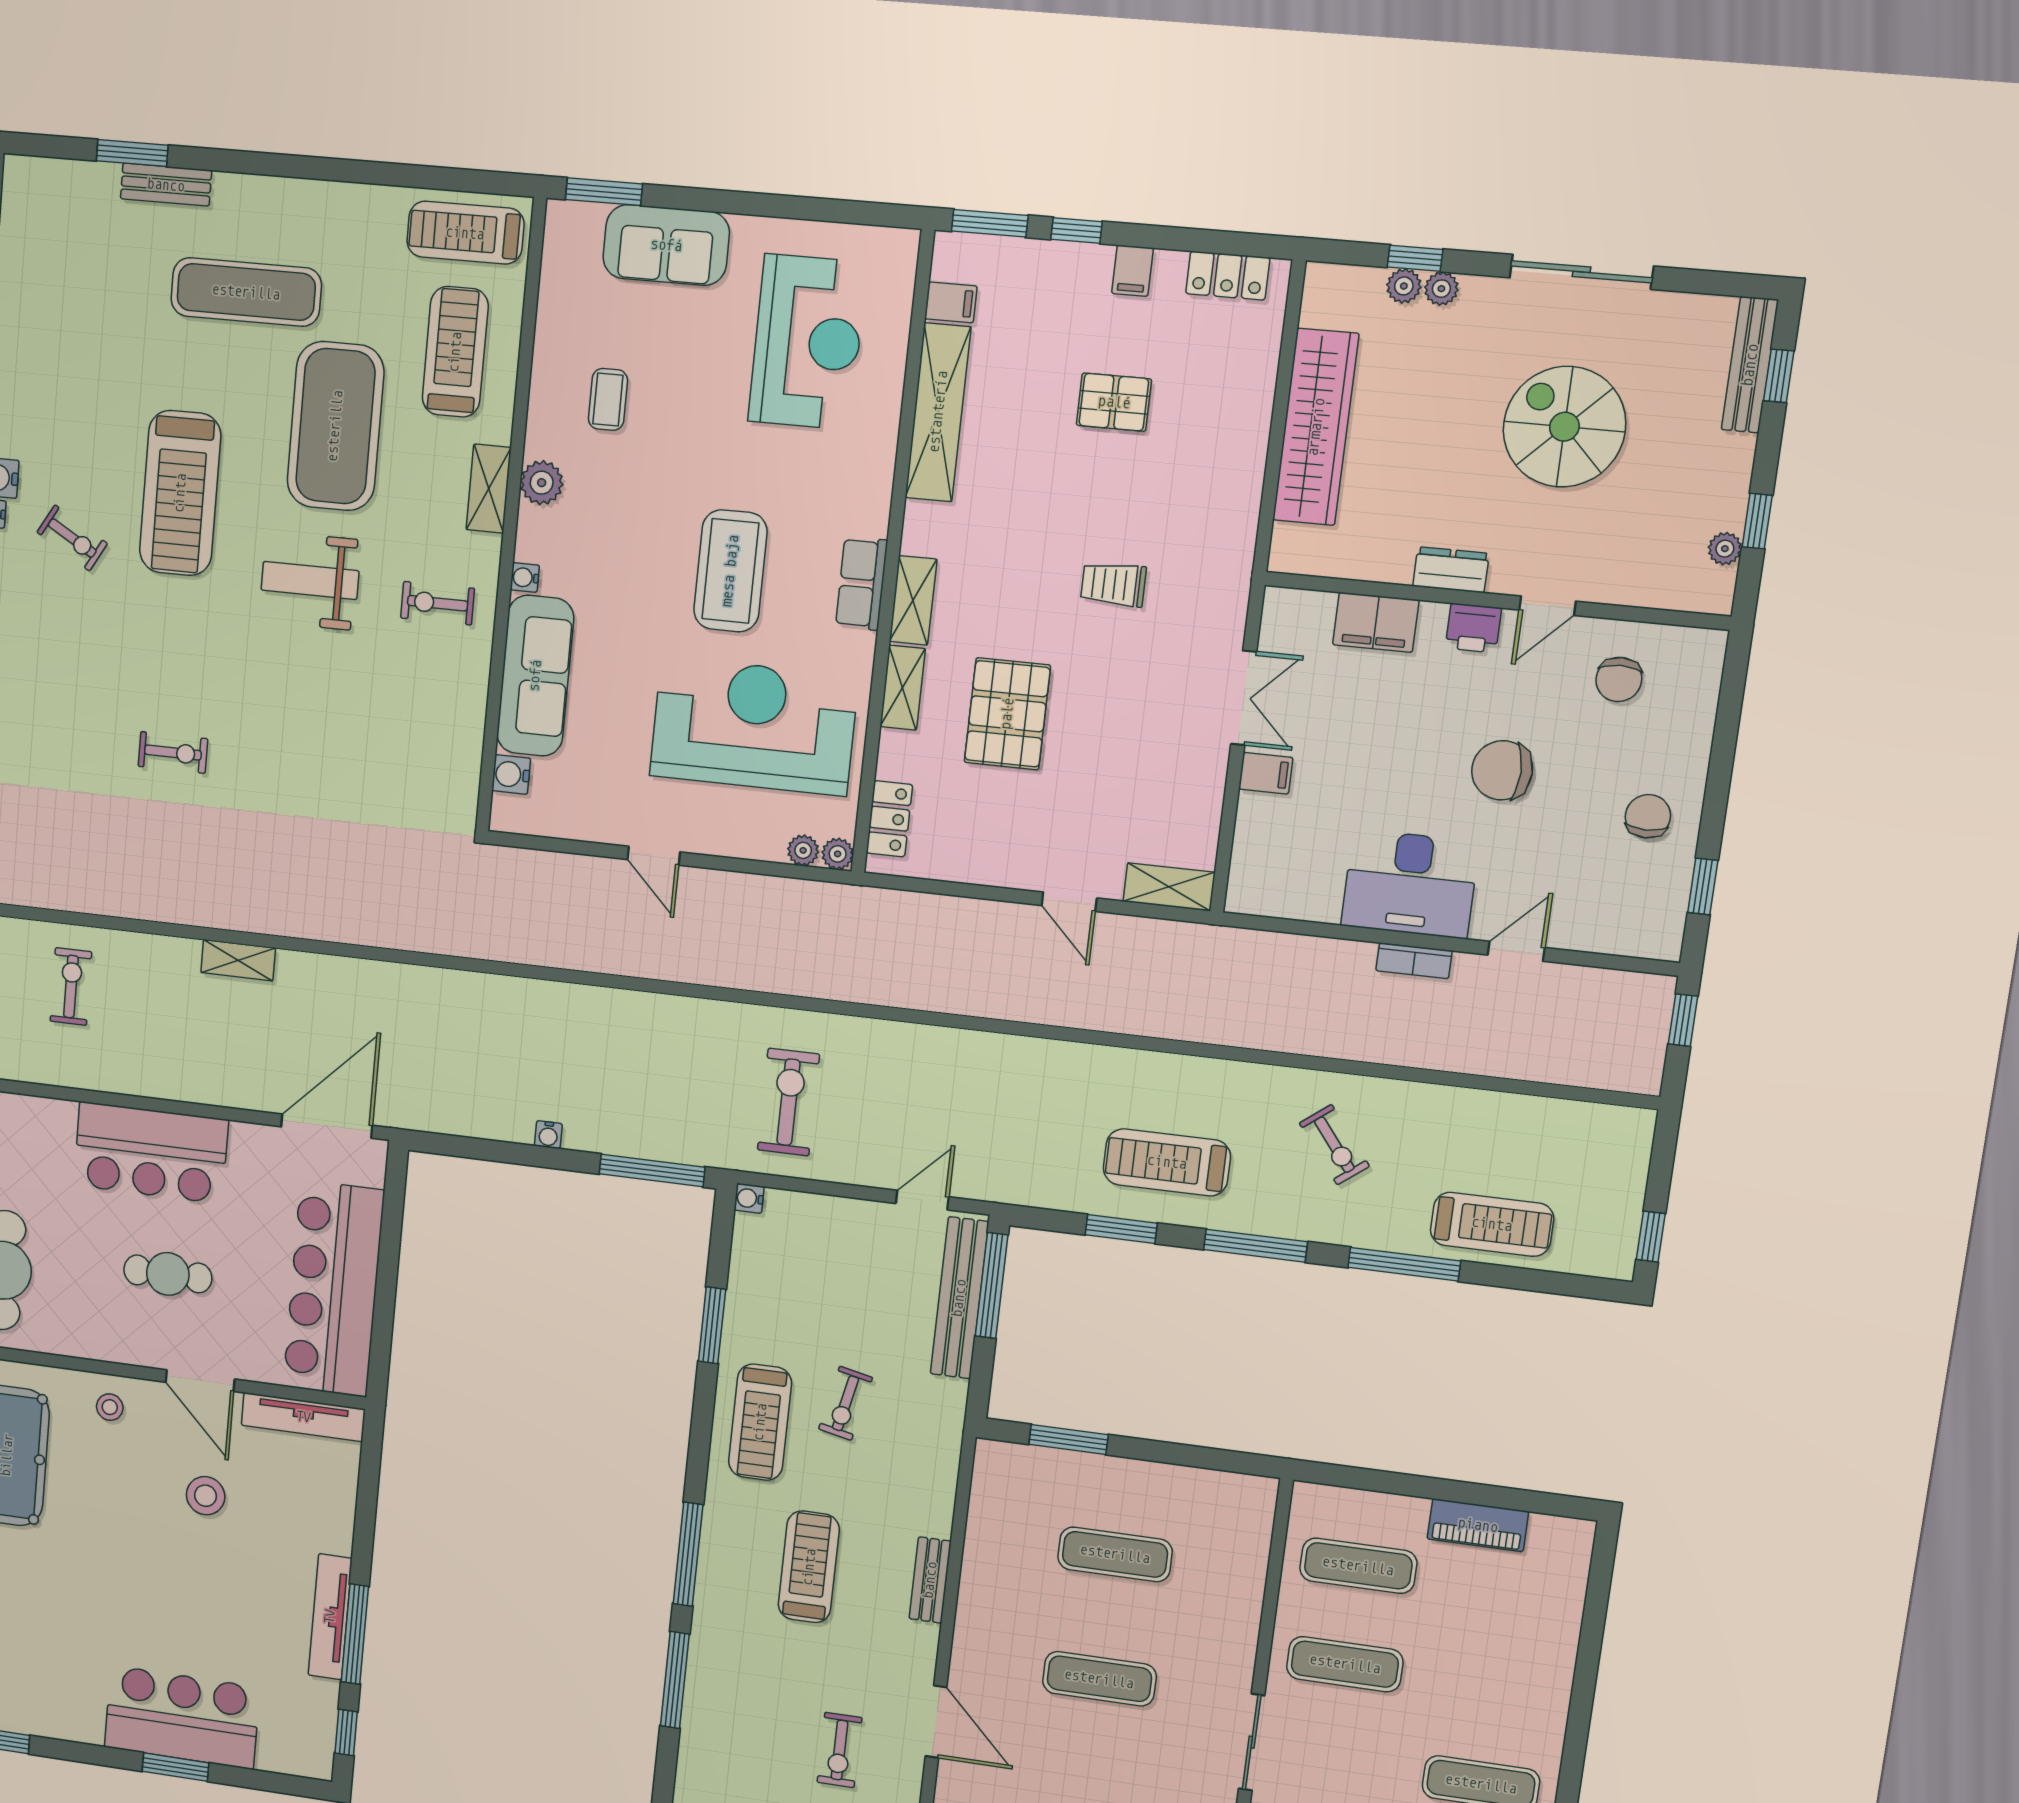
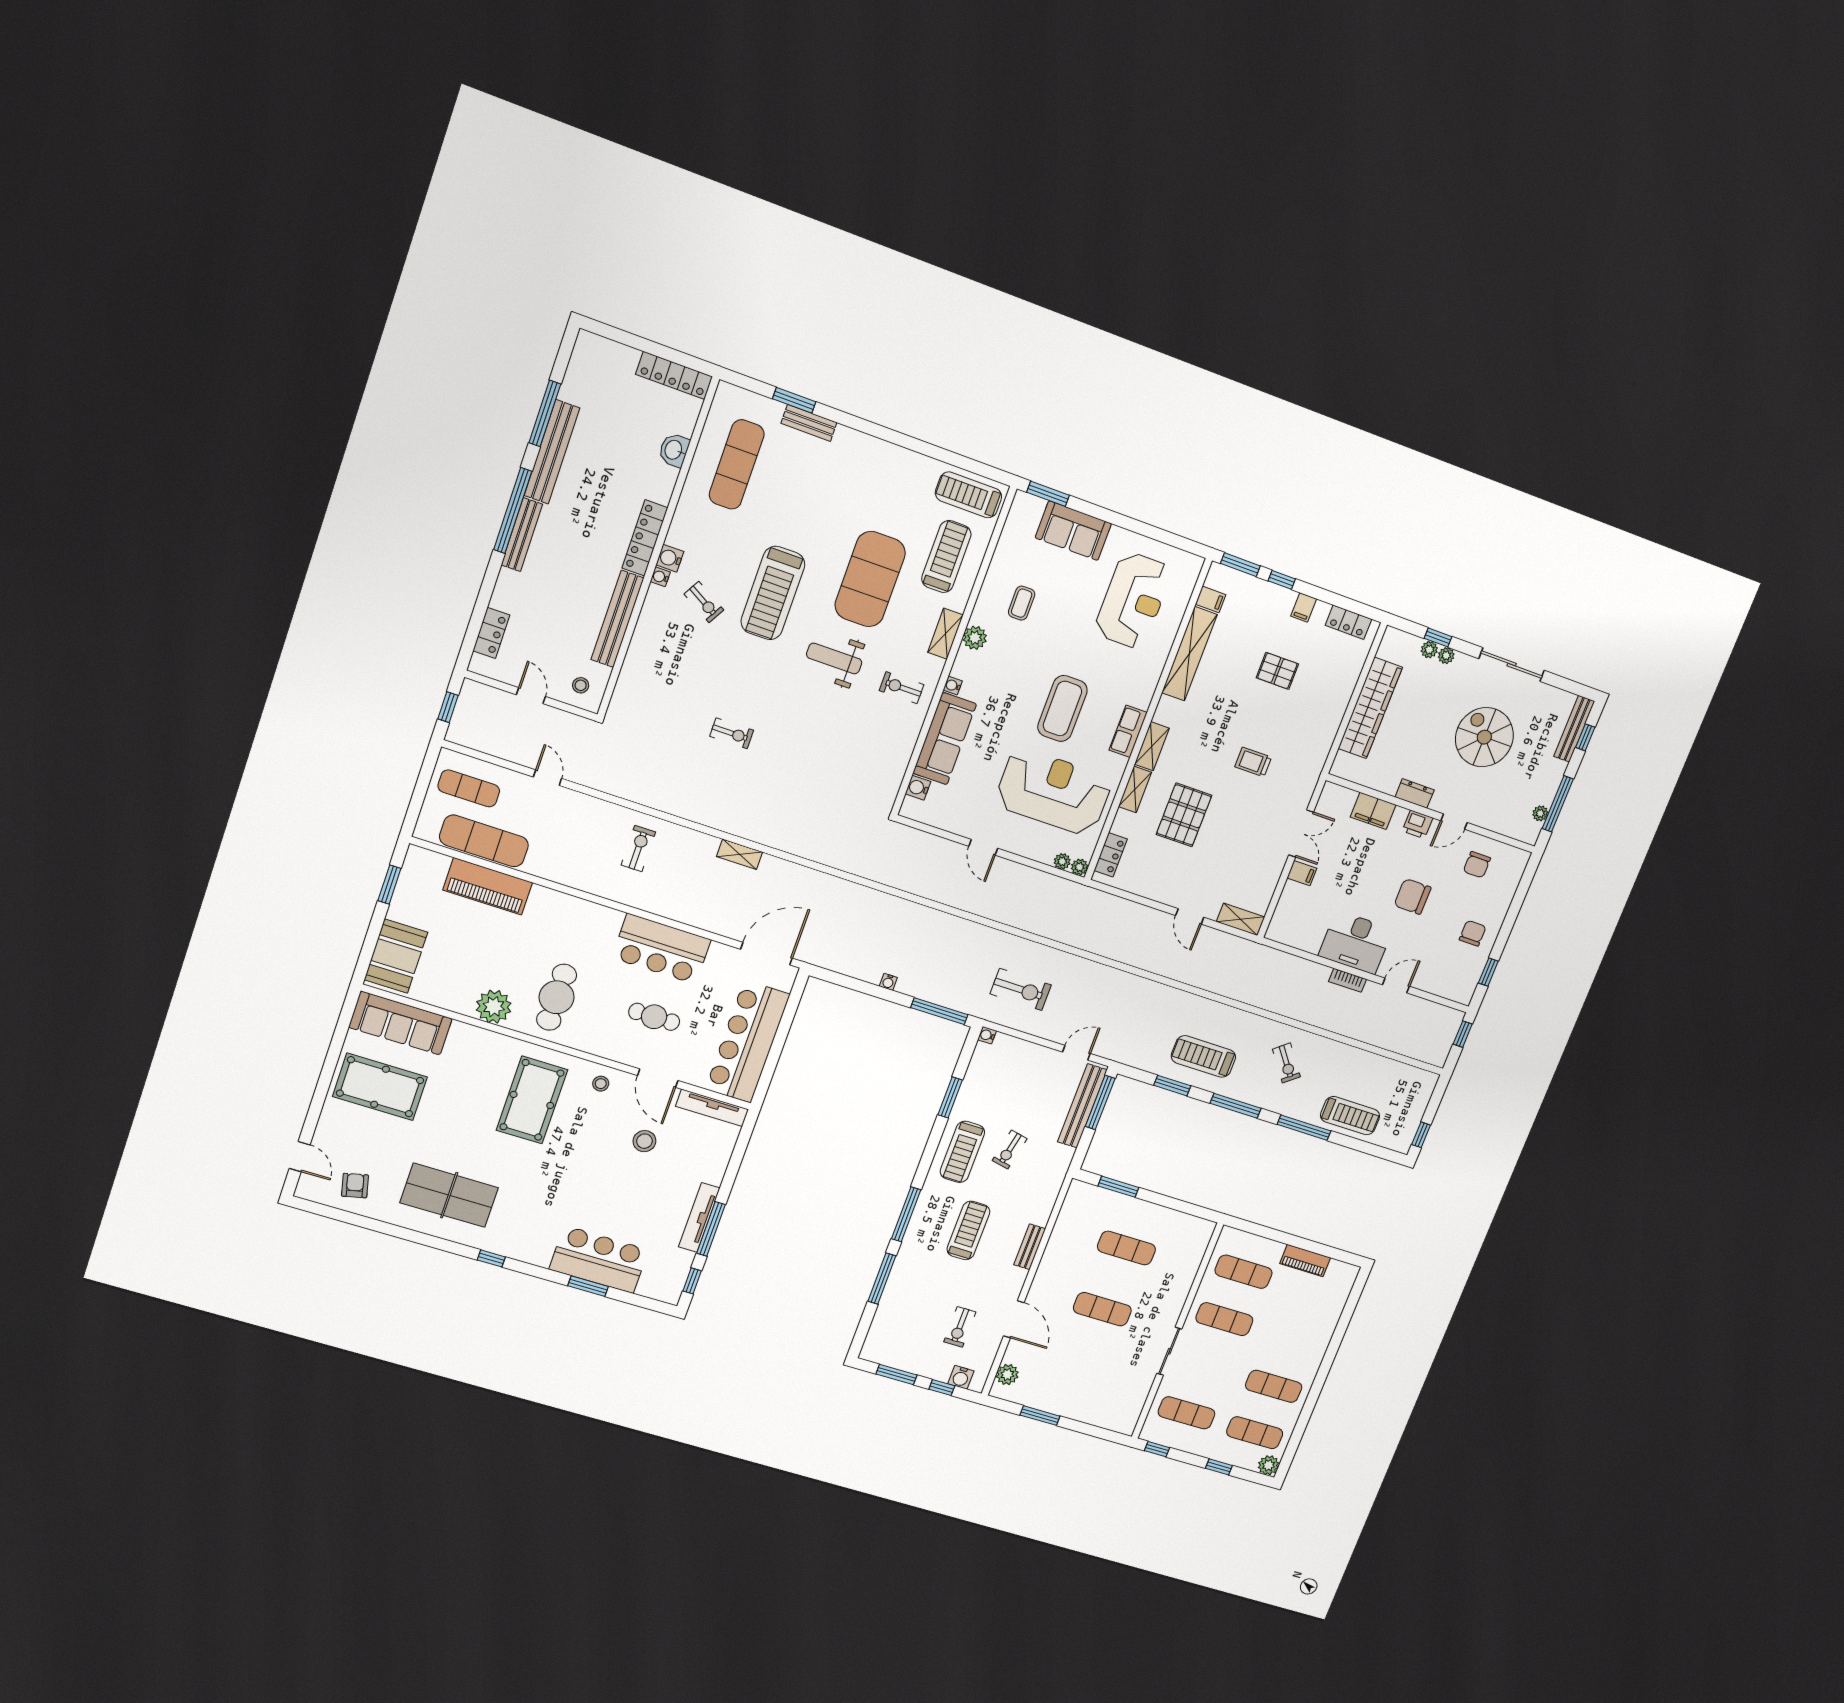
exercise mat: (246, 292) -> (737, 464), moved, turned 90
window: (1757, 521) -> (1558, 804), width x2.17
exercise bike: (788, 1102) -> (1021, 989), turned 90

